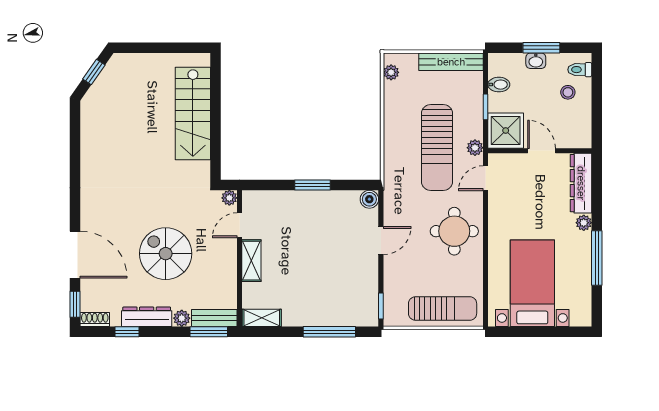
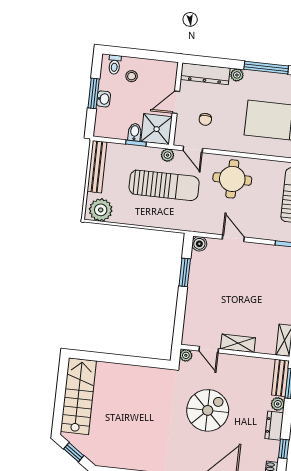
plant: (391, 72) -> (101, 210), width x1.87, depth x1.87
bidet: (499, 85) -> (135, 132), moved
stairs: (193, 114) -> (78, 396), moved, turned -90
window: (312, 185) -> (185, 272), moved
chair: (524, 190) -> (205, 119), added
spiral stairs: (166, 254) -> (208, 410), moved, turned 180
dresser: (147, 317) -> (274, 426), width x0.70

